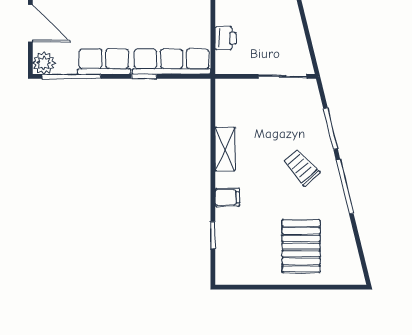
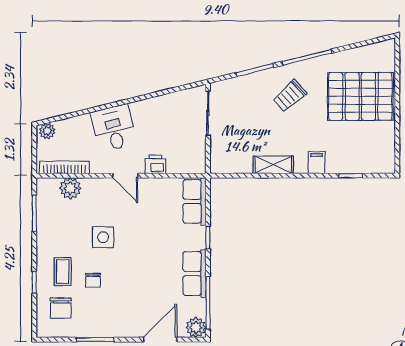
printer: (225, 38) -> (155, 164), moved
row of seats: (171, 62) -> (195, 201), width x0.68
pallet: (301, 246) -> (360, 96), width x1.37, depth x1.41

